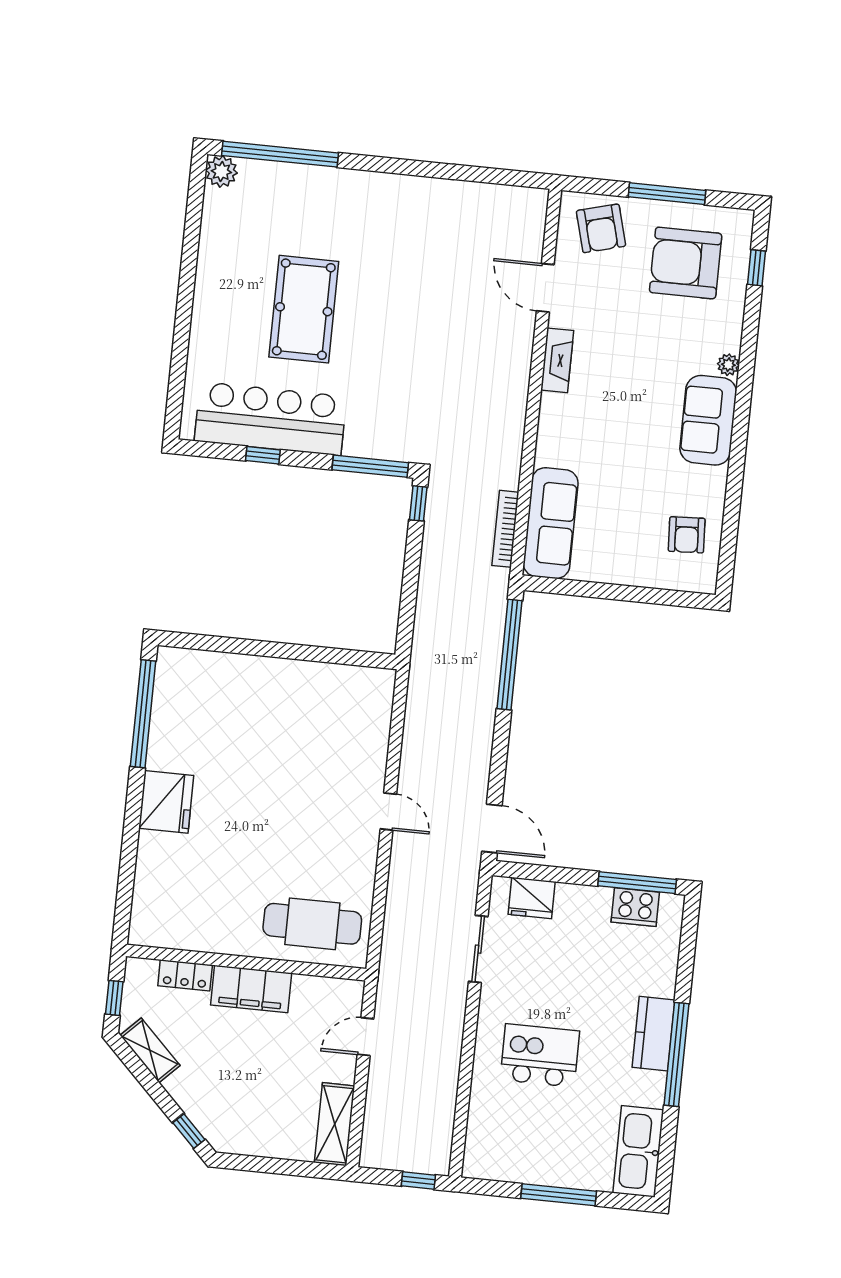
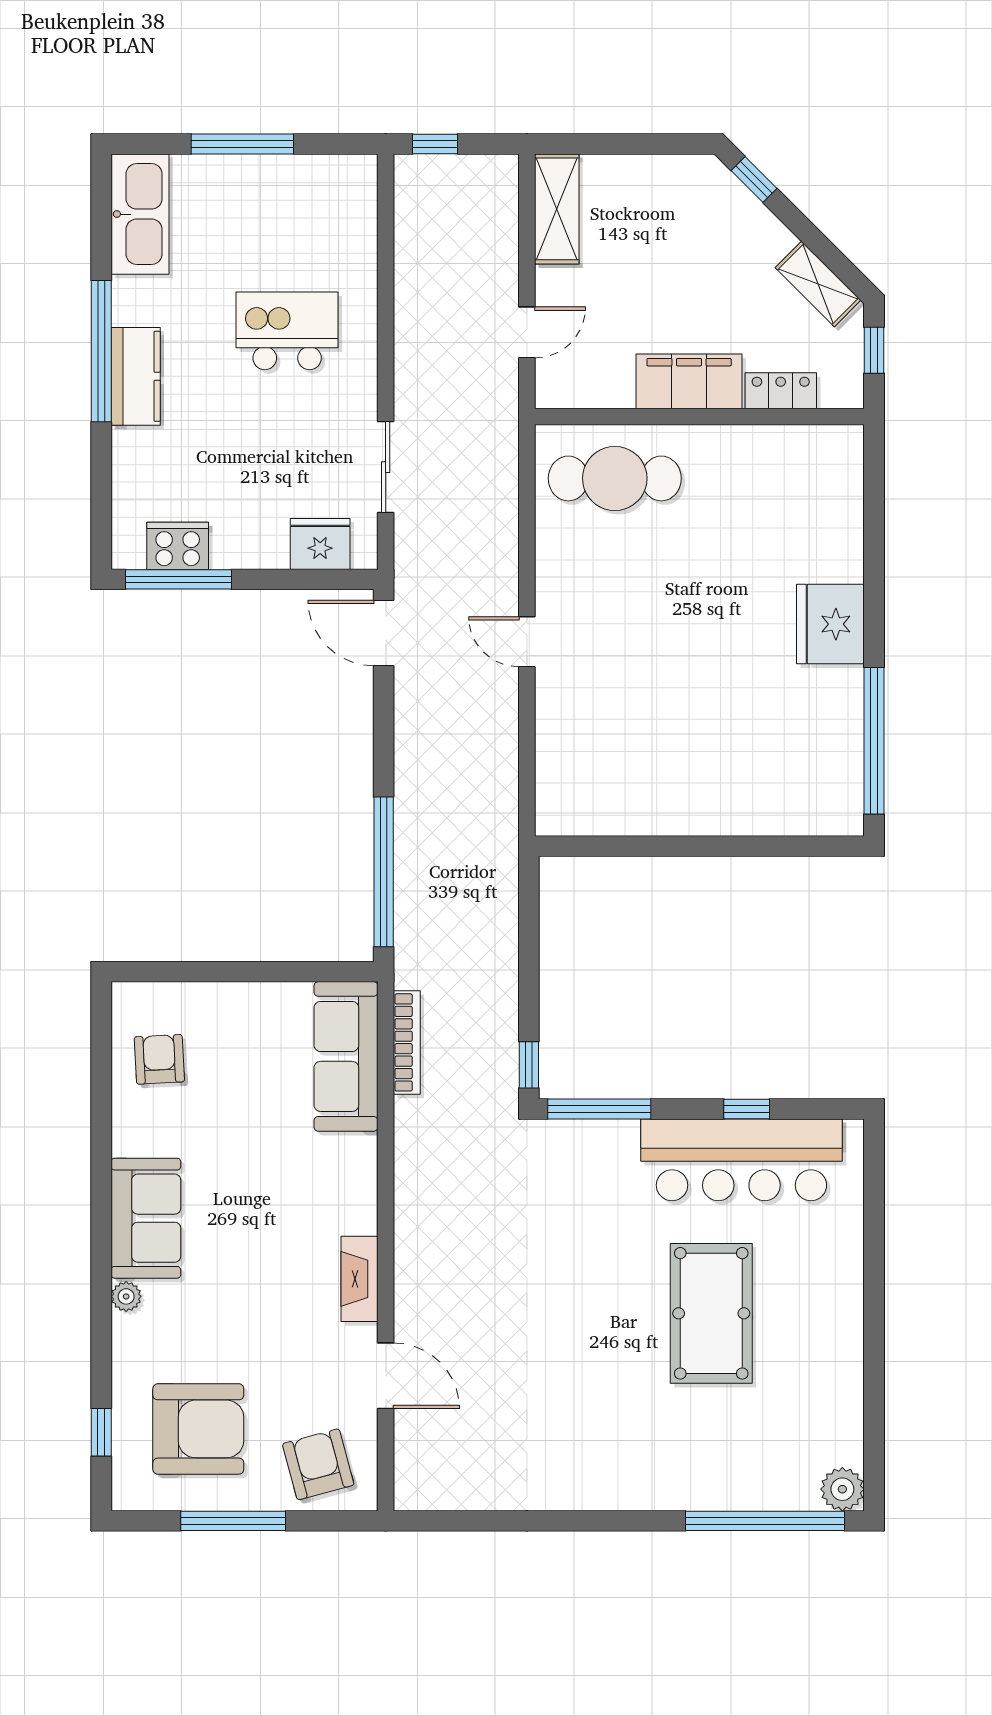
kitchen island: (540, 1055) -> (287, 331), turned 180

